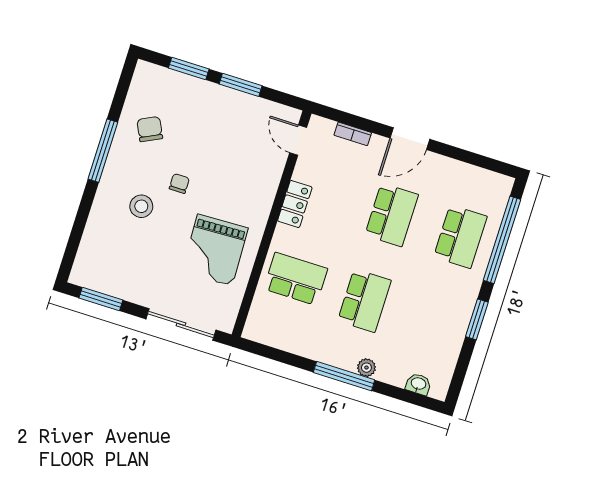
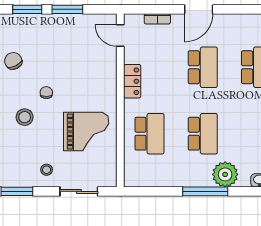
grand piano: (215, 250) -> (86, 131), turned -88
school desk: (296, 279) -> (149, 134), turned 90
stool: (148, 283) -> (47, 170), added
sliding door: (181, 324) -> (79, 191), width x0.73
plant: (366, 368) -> (225, 174), width x1.87, depth x1.87

